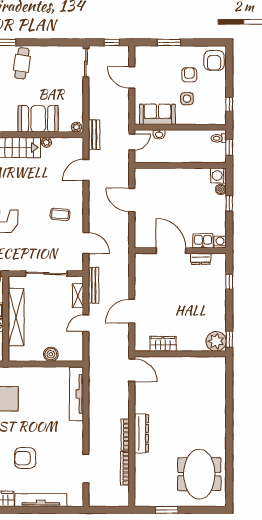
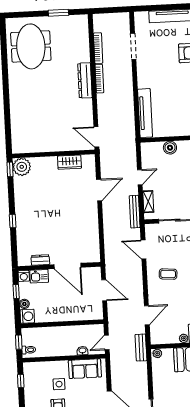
kitchen sink: (203, 241) -> (39, 276), moved
washing machine: (220, 242) -> (24, 276), moved
door: (171, 251) -> (67, 266), moved
wall: (180, 251) -> (59, 266), moved
dresser: (201, 259) -> (40, 260), moved

